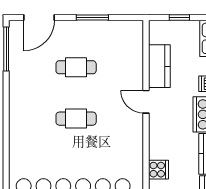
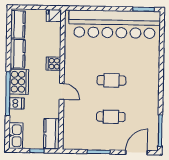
kitchen counter: (159, 66) -> (52, 134), moved
cooker: (158, 170) -> (53, 64), moved

